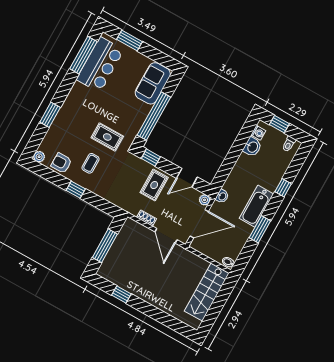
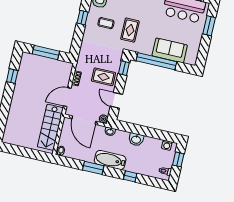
sofa: (153, 83) -> (170, 50), moved
washbasin: (252, 147) -> (136, 139), moved
stairs: (207, 292) -> (50, 127), moved, turned -90

